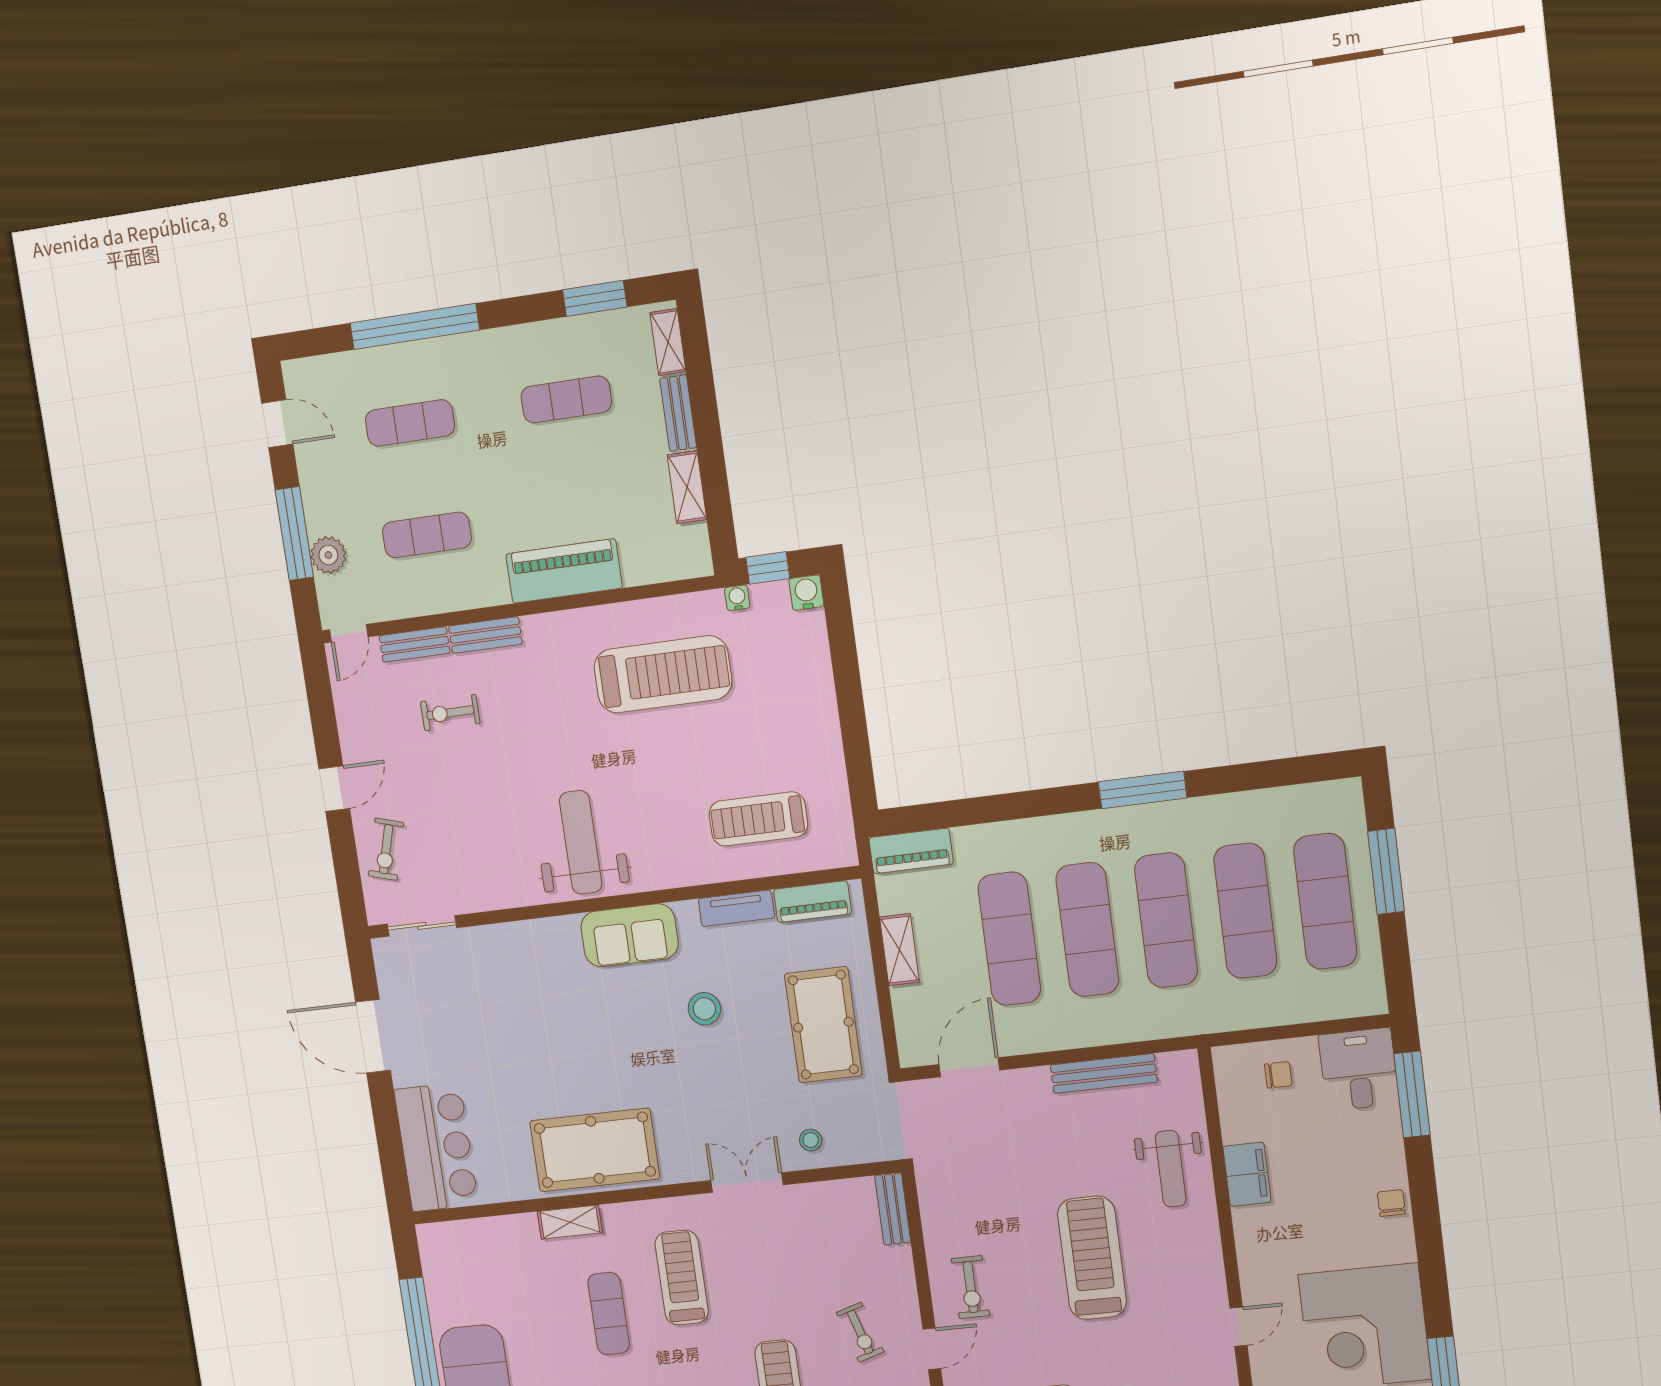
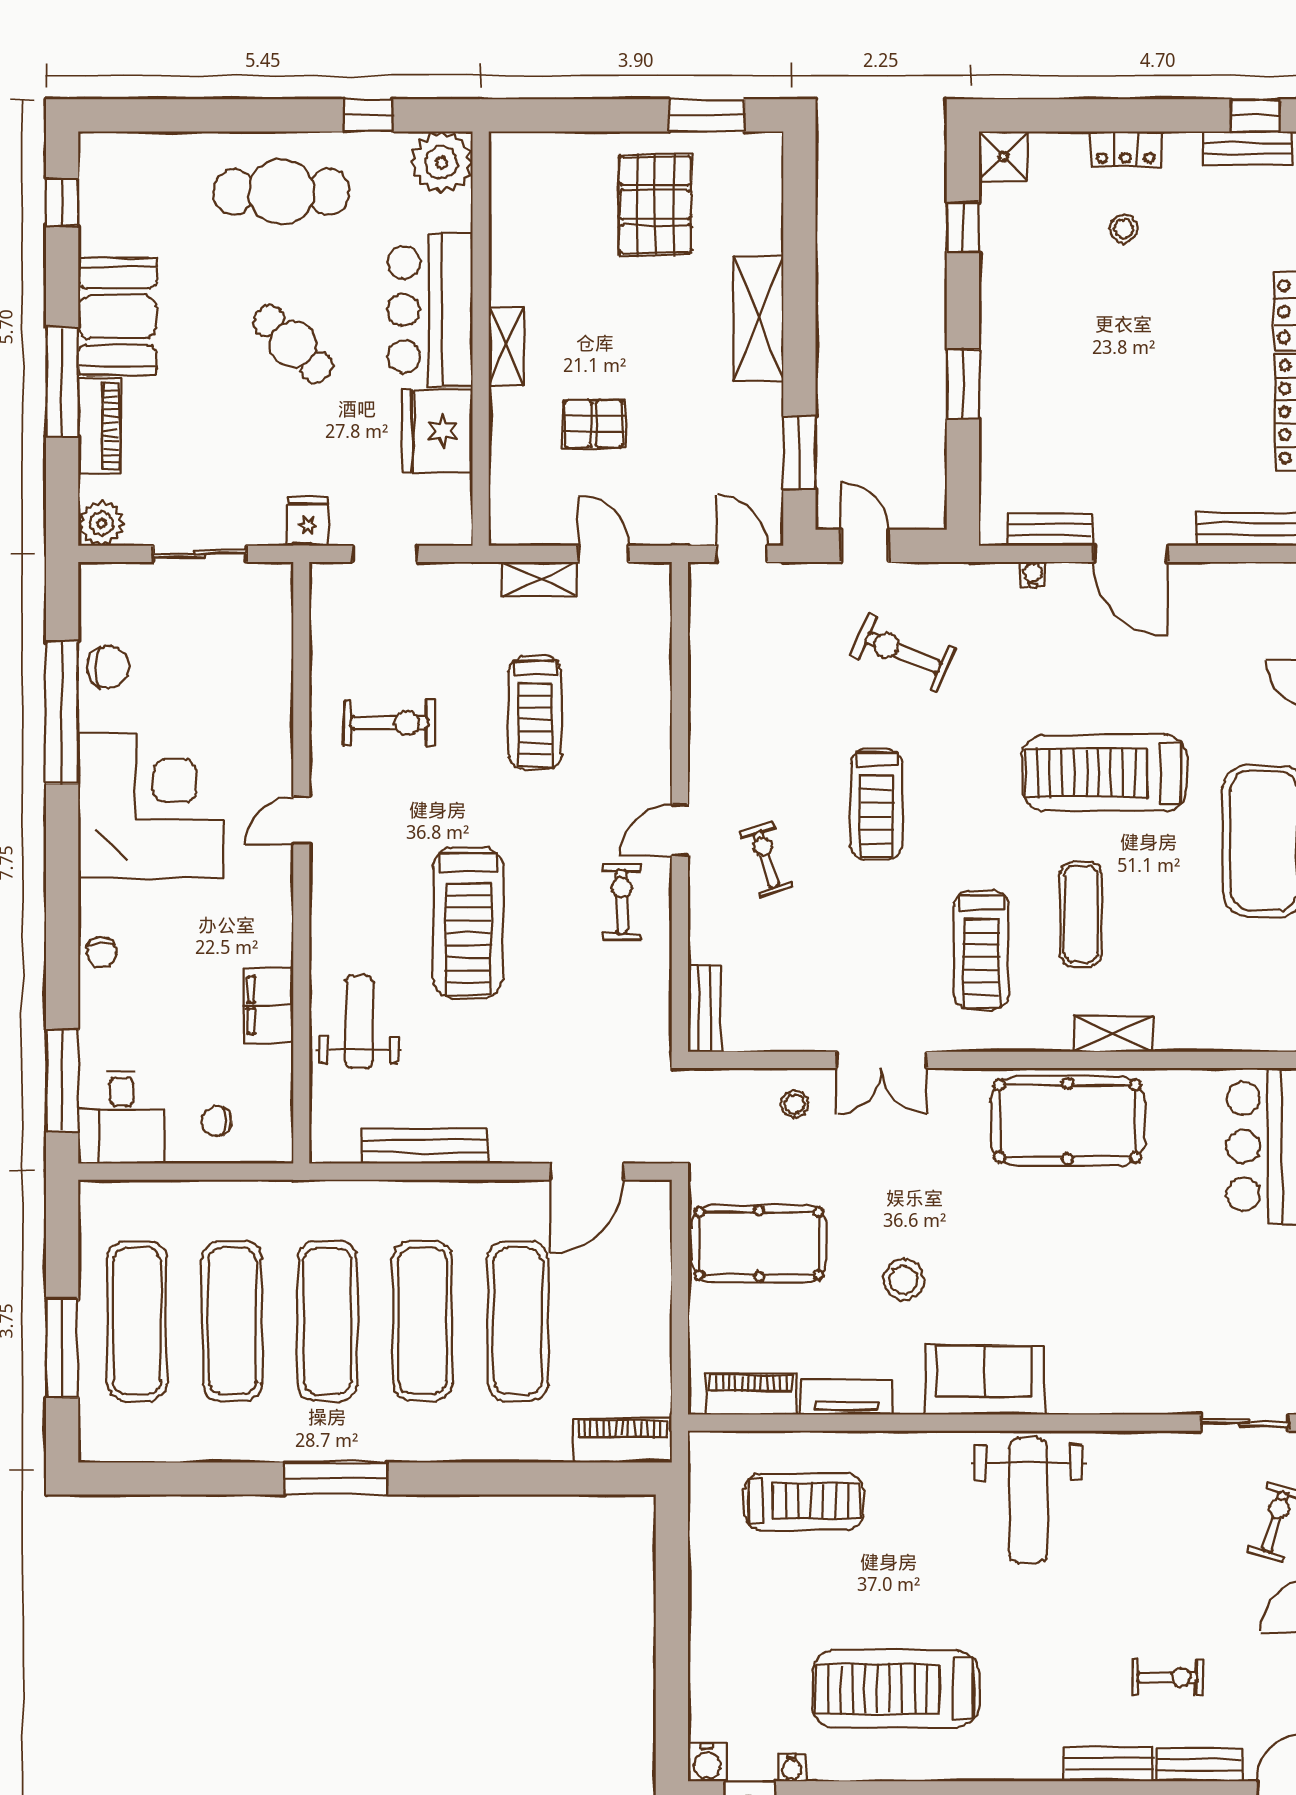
shelving: (899, 950) -> (653, 1324), removed
pool table: (823, 1025) -> (759, 1243), turned 90

